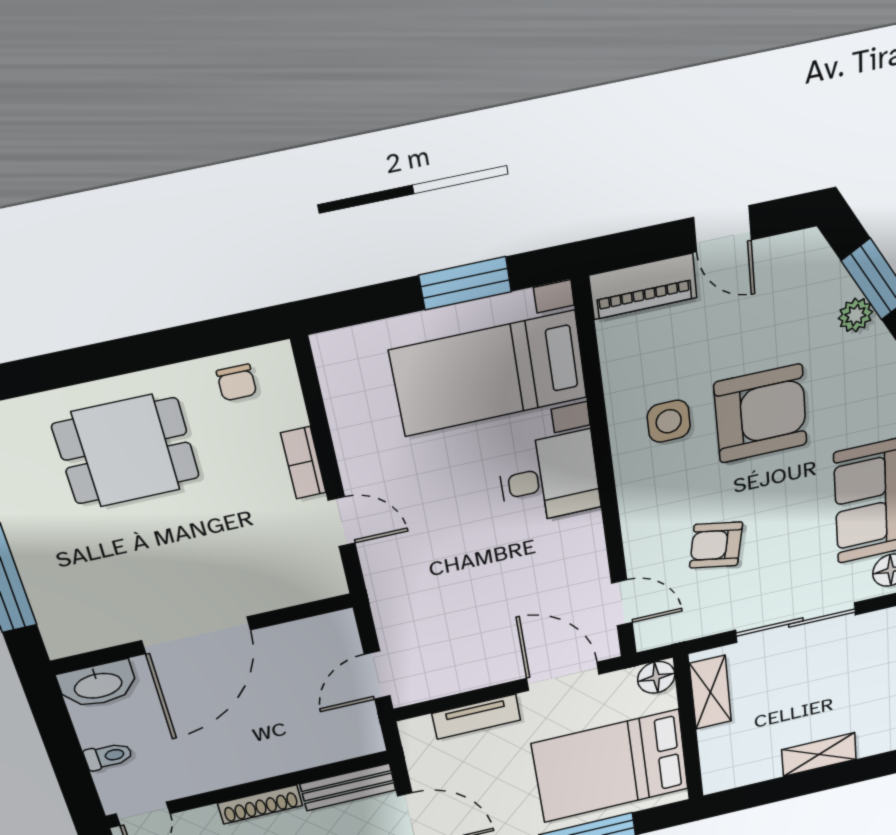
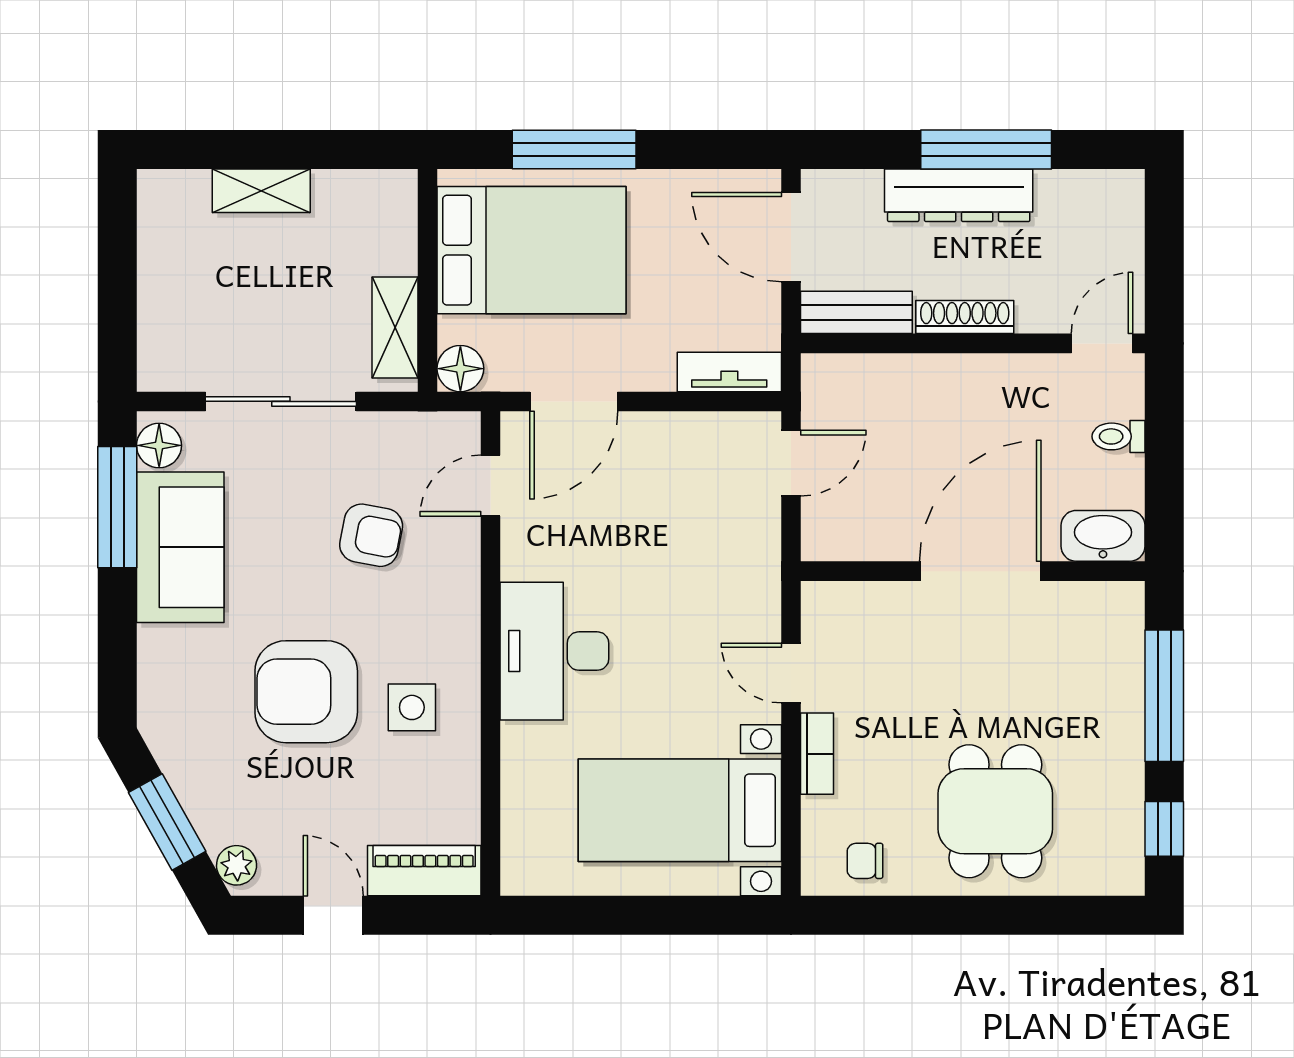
window: (465, 283) -> (611, 915), removed
plant: (855, 315) -> (237, 865), moved
bed with nightstands: (489, 374) -> (680, 810), moved, turned 180
chair: (237, 383) -> (865, 861), turned -90
dining table: (126, 451) -> (995, 811), turned 90
desk: (549, 478) -> (554, 651), width x1.37
door: (622, 603) -> (490, 486), hinge flipped
door: (563, 676) -> (574, 401), hinge flipped
tv unit: (476, 717) -> (729, 372), moved

